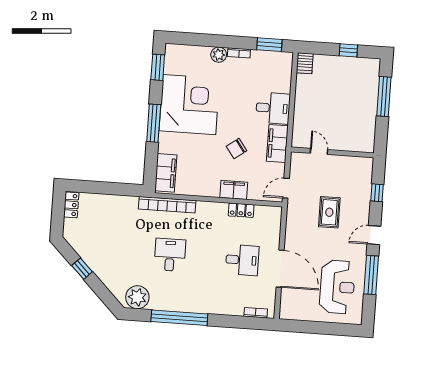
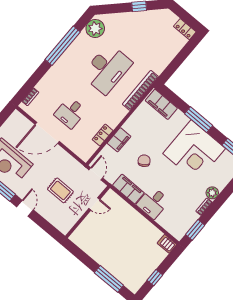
door: (319, 151) -> (94, 204), moved
wall: (332, 152) -> (88, 212), moved
window: (377, 193) -> (51, 230), removed
desk: (170, 255) -> (107, 69), width x1.87, depth x1.30

